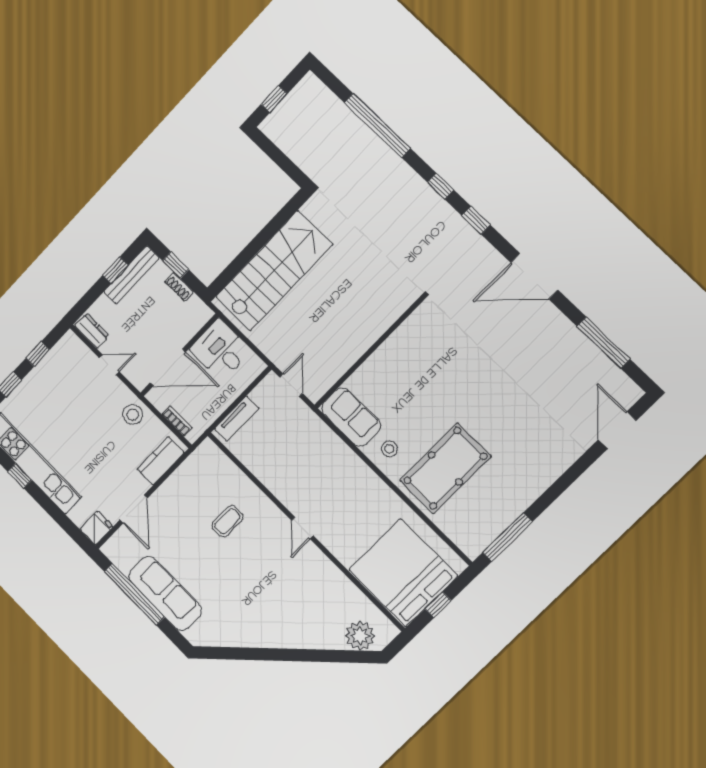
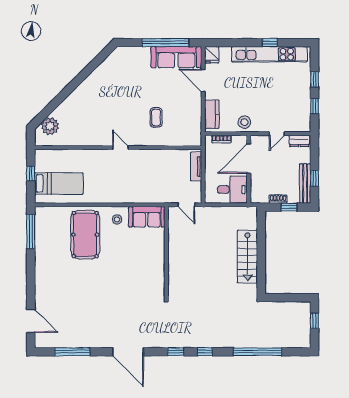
stairs: (274, 271) -> (247, 257), width x0.73, depth x0.66
door: (534, 276) -> (128, 352), swing flipped
bed: (403, 573) -> (59, 184), width x0.49
sofa: (165, 593) -> (176, 57), moved

